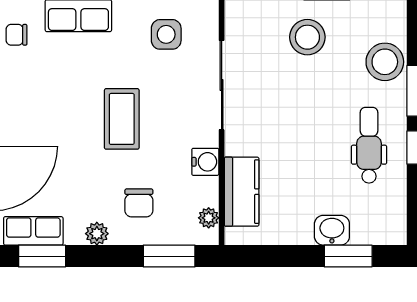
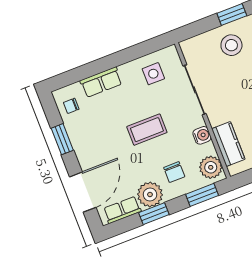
coffee table: (122, 119) -> (147, 130), turned 90
plant: (209, 218) -> (211, 167), width x1.88, depth x1.88
plant: (97, 234) -> (150, 194), width x1.88, depth x1.88
window: (42, 256) -> (154, 214), moved

